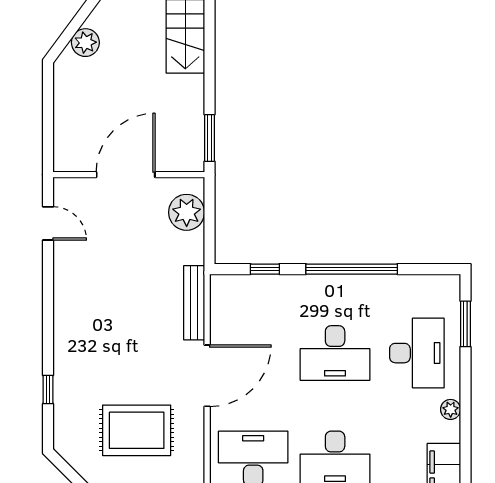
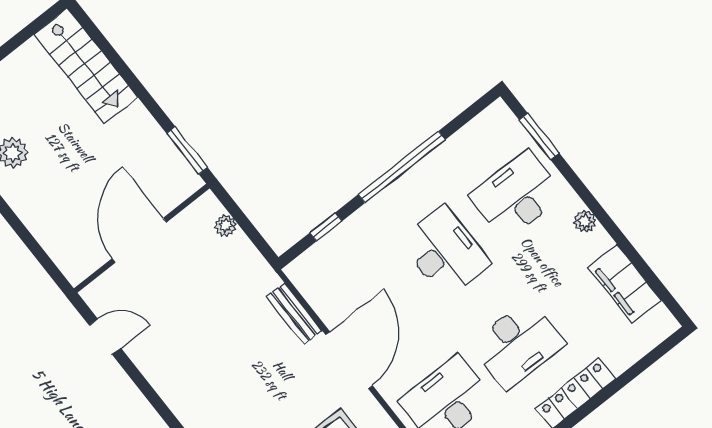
plant: (187, 212) -> (226, 226), width x0.53, depth x0.53
bench: (194, 303) -> (294, 314), width x0.73
desk: (335, 353) -> (445, 252), turned -90
desk: (417, 353) -> (517, 195), turned -90

